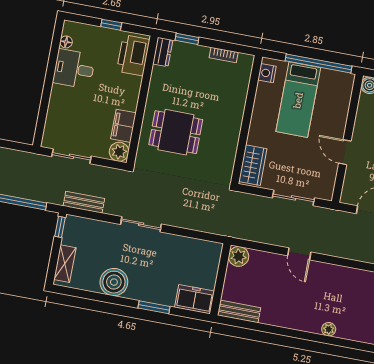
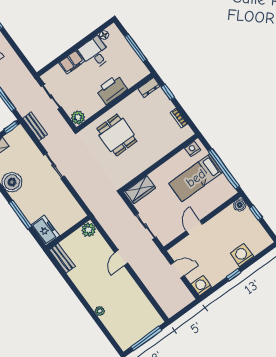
window: (111, 25) -> (136, 48), width x2.17
printer: (133, 55) -> (112, 90), moved
filing cabinet: (123, 126) -> (72, 62), moved, turned 180
window: (154, 307) -> (20, 215), width x1.44

